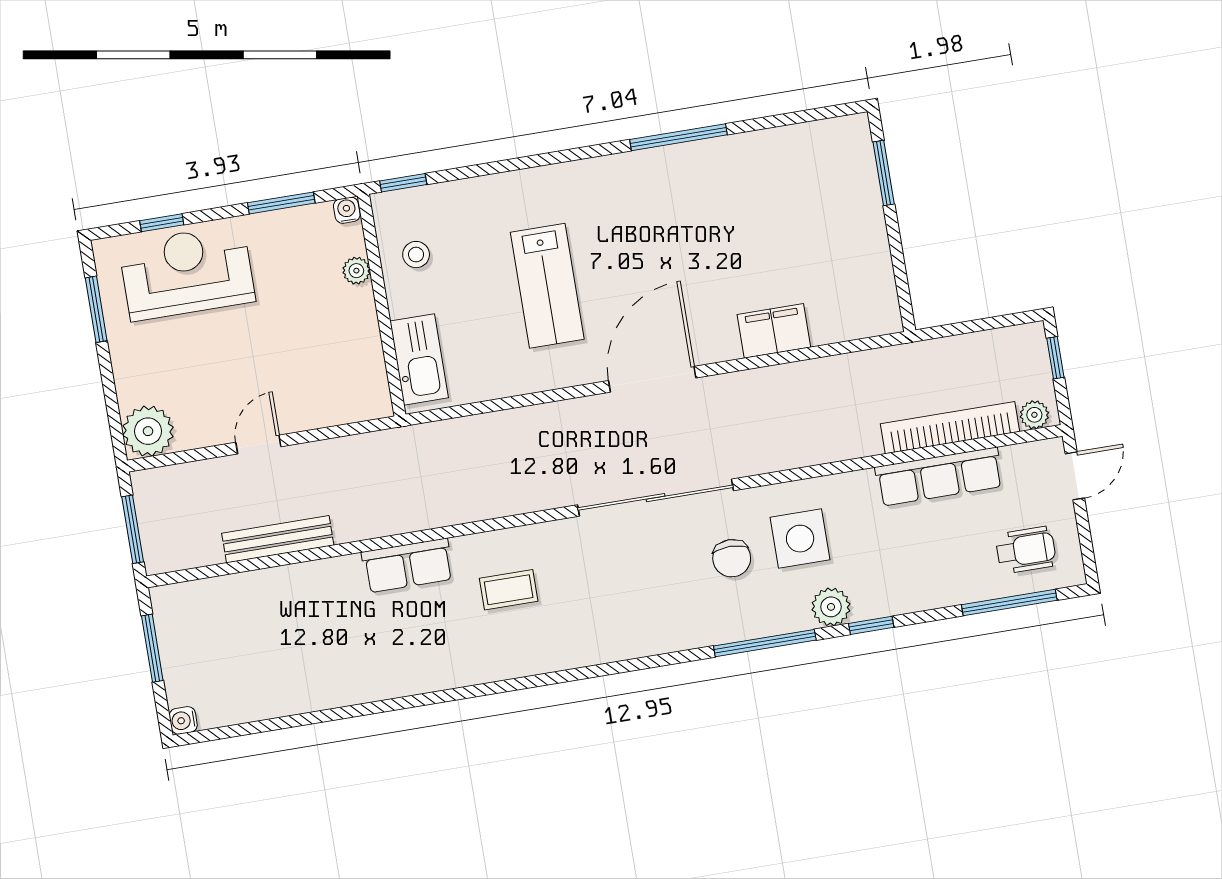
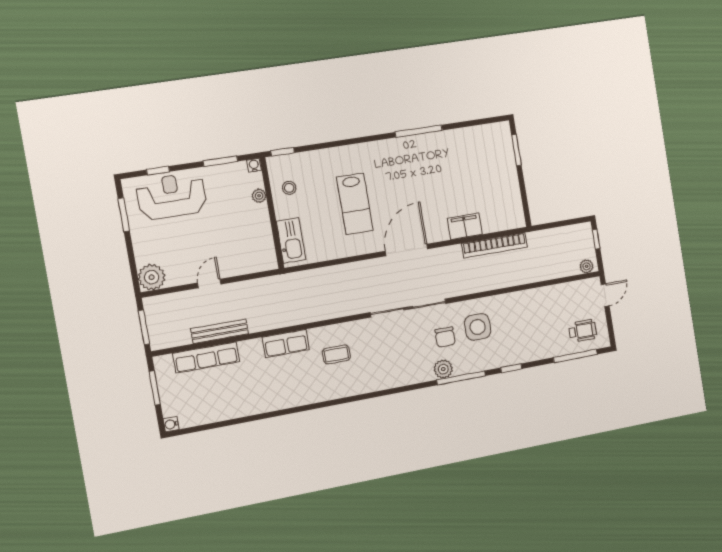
bookcase: (950, 428) -> (494, 245), moved, turned 180
row of seats: (939, 477) -> (206, 357), moved
plant: (831, 607) -> (443, 369), moved

